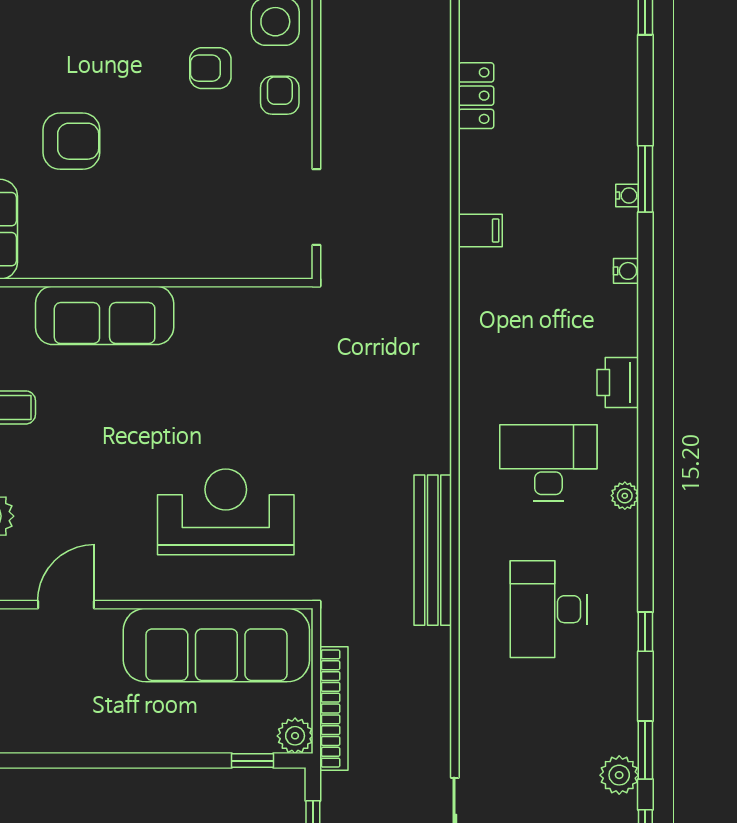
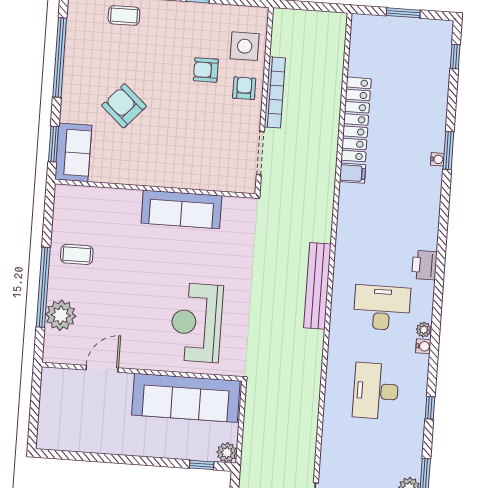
locker: (476, 96) -> (356, 119), width x2.16, depth x1.21
armchair: (71, 141) -> (124, 106), turned -138
water cooler: (626, 271) -> (423, 346), moved
sofa: (105, 315) -> (181, 209), moved
reception desk: (226, 512) -> (197, 323), turned -90
bench: (433, 550) -> (317, 286), moved
bookcase: (334, 709) -> (275, 92), moved

